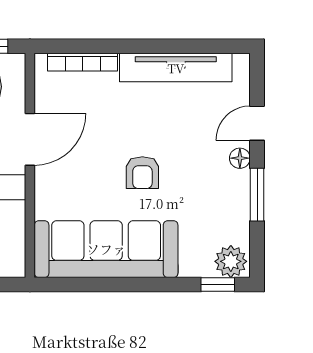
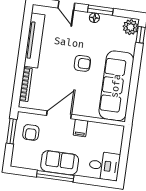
door: (30, 139) -> (59, 115), hinge flipped
floor lamp: (240, 158) -> (94, 18), moved

